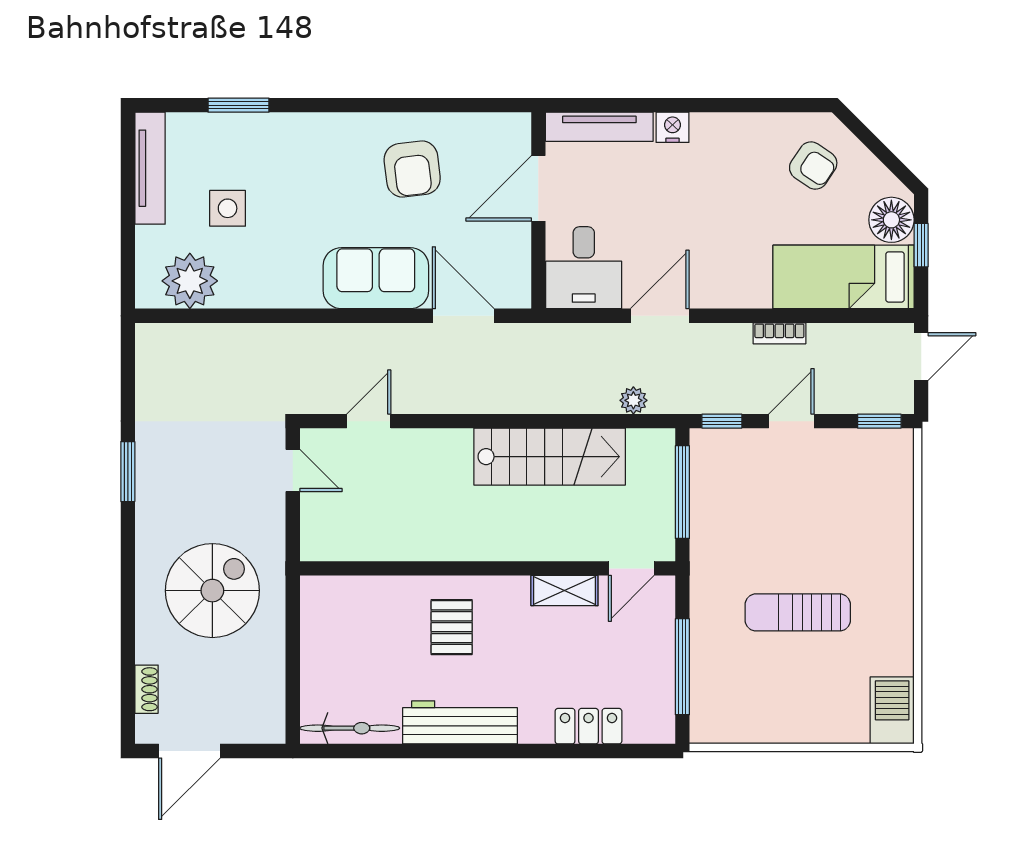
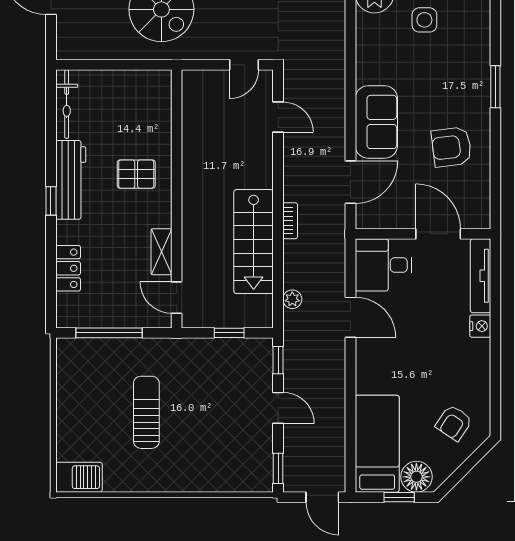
window: (239, 105) -> (495, 87), moved
bookcase: (779, 333) -> (290, 221), moved, turned 180
window: (682, 492) -> (229, 333), width x0.46
window: (491, 751) -> (51, 201), added

